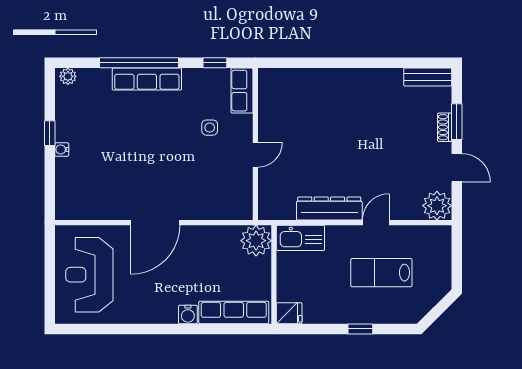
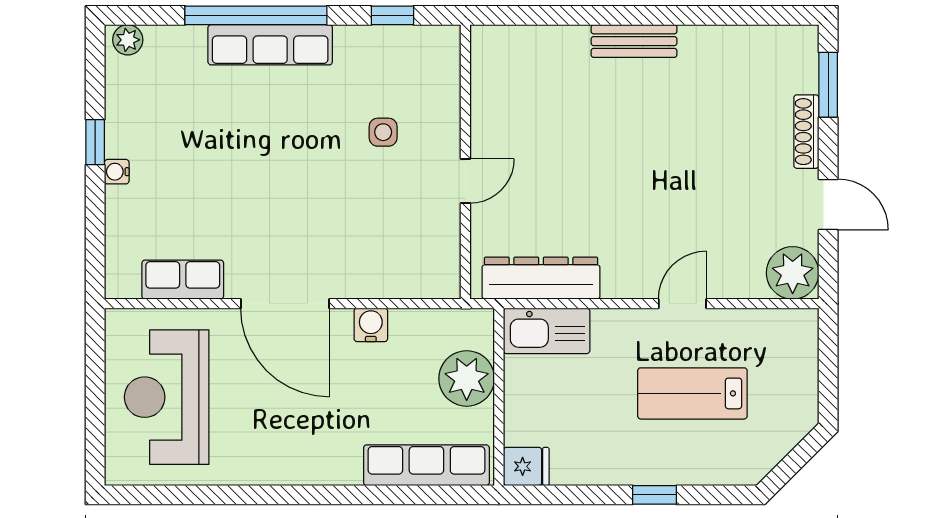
bench: (428, 77) -> (634, 41), moved
row of seats: (242, 91) -> (183, 280), moved, turned 90
window: (457, 122) -> (828, 85), moved
shoe rack: (445, 127) -> (806, 132), width x1.43
dresser: (329, 209) -> (541, 278), moved
door: (155, 223) -> (285, 304), hinge flipped
plant: (256, 241) -> (467, 378), moved
water cooler: (188, 314) -> (371, 325), moved, turned 180

